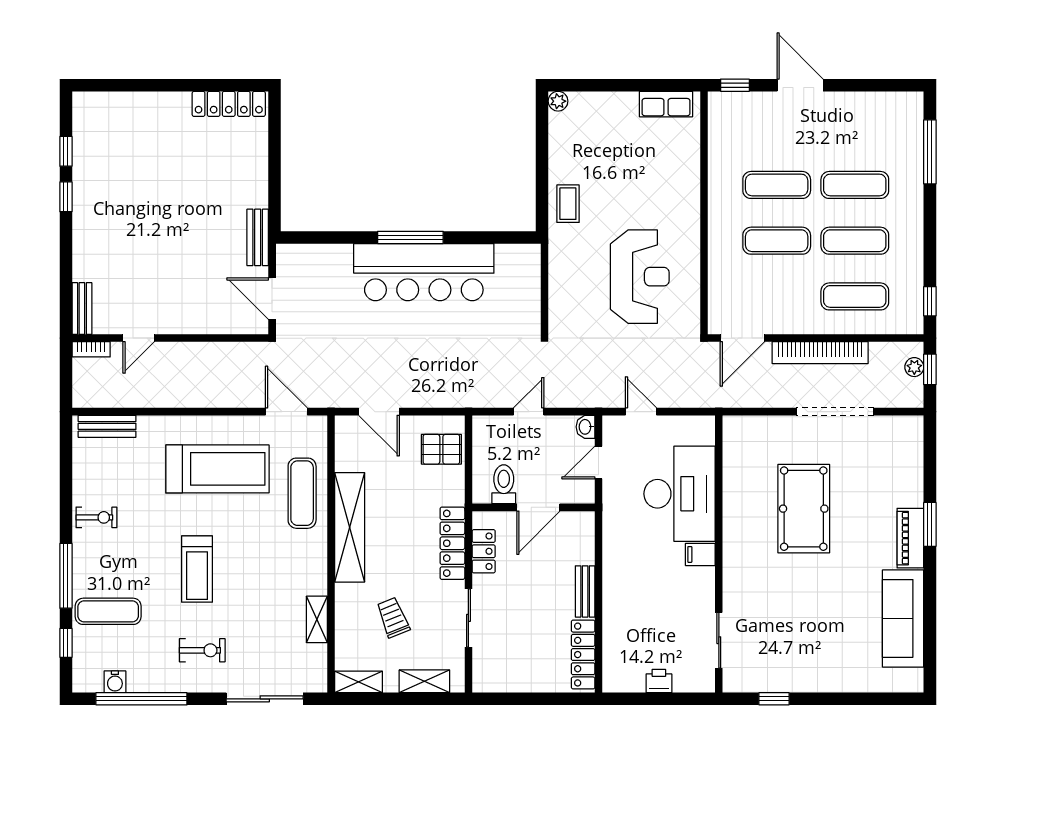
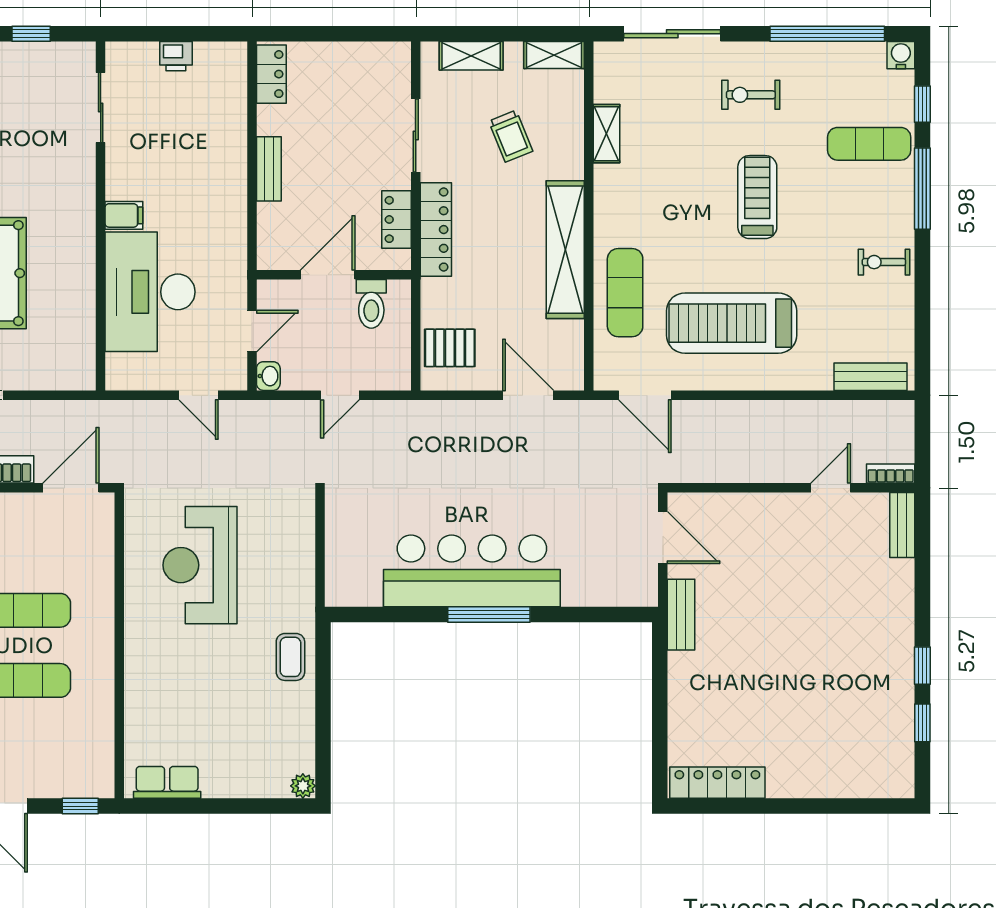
locker: (583, 655) -> (271, 74), width x0.66
water cooler: (115, 682) -> (901, 55), moved

